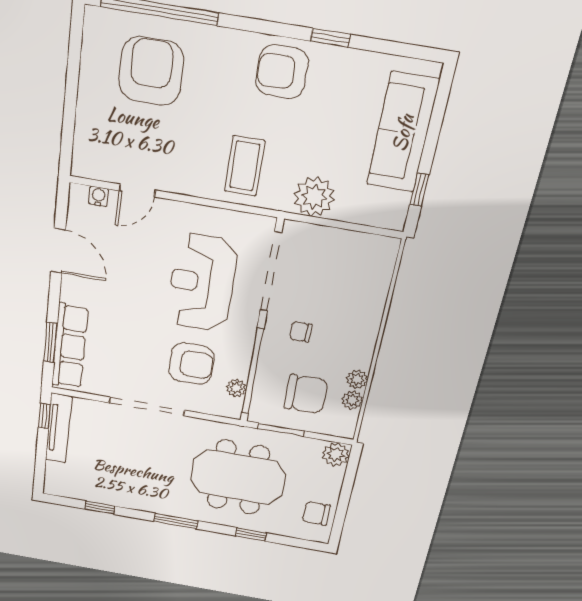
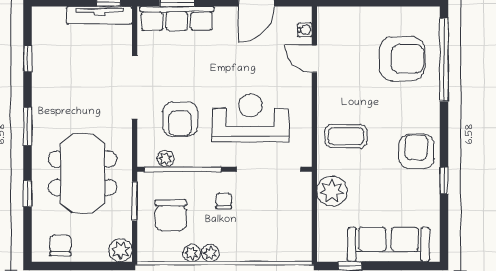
plant: (352, 400) -> (210, 253), moved

